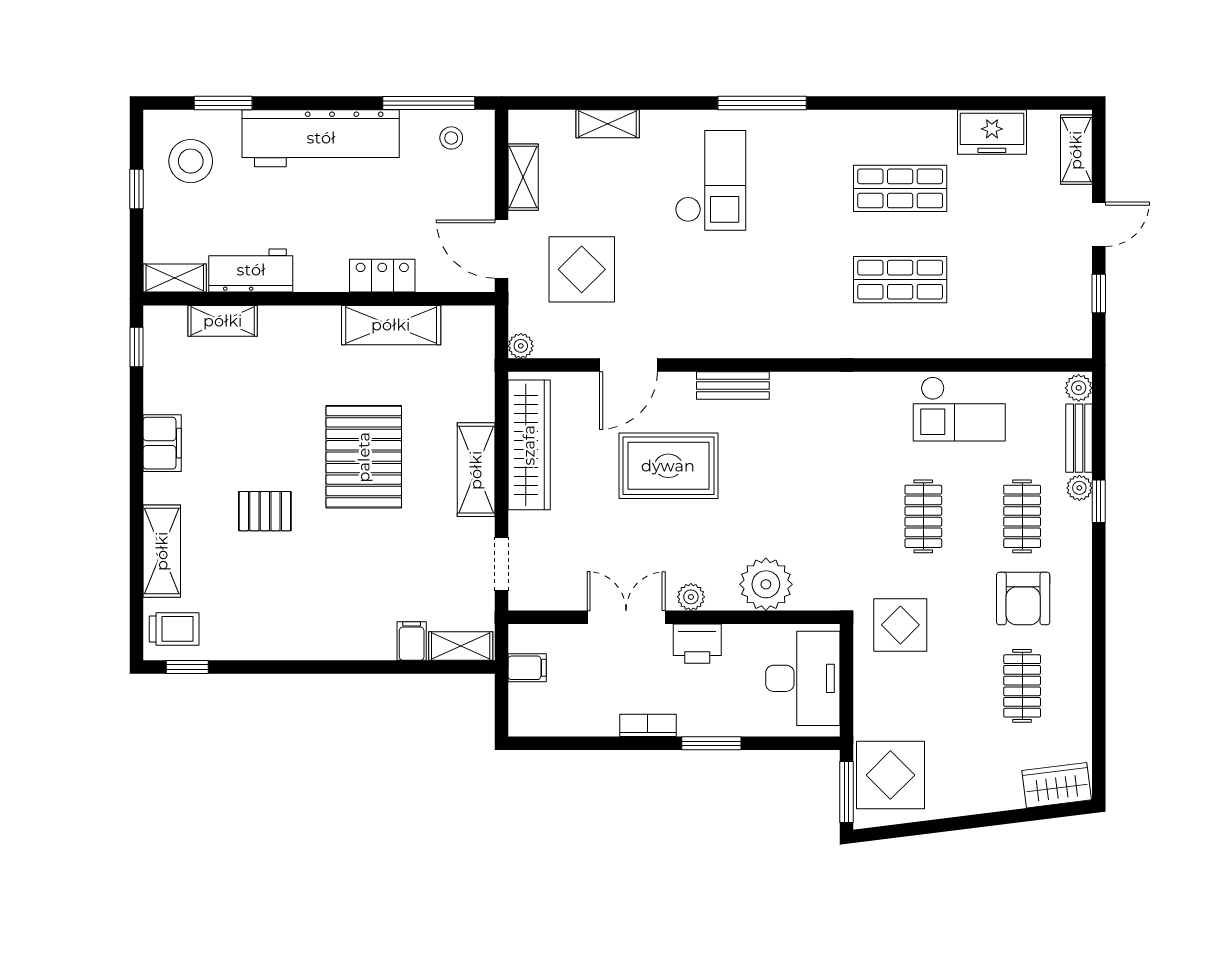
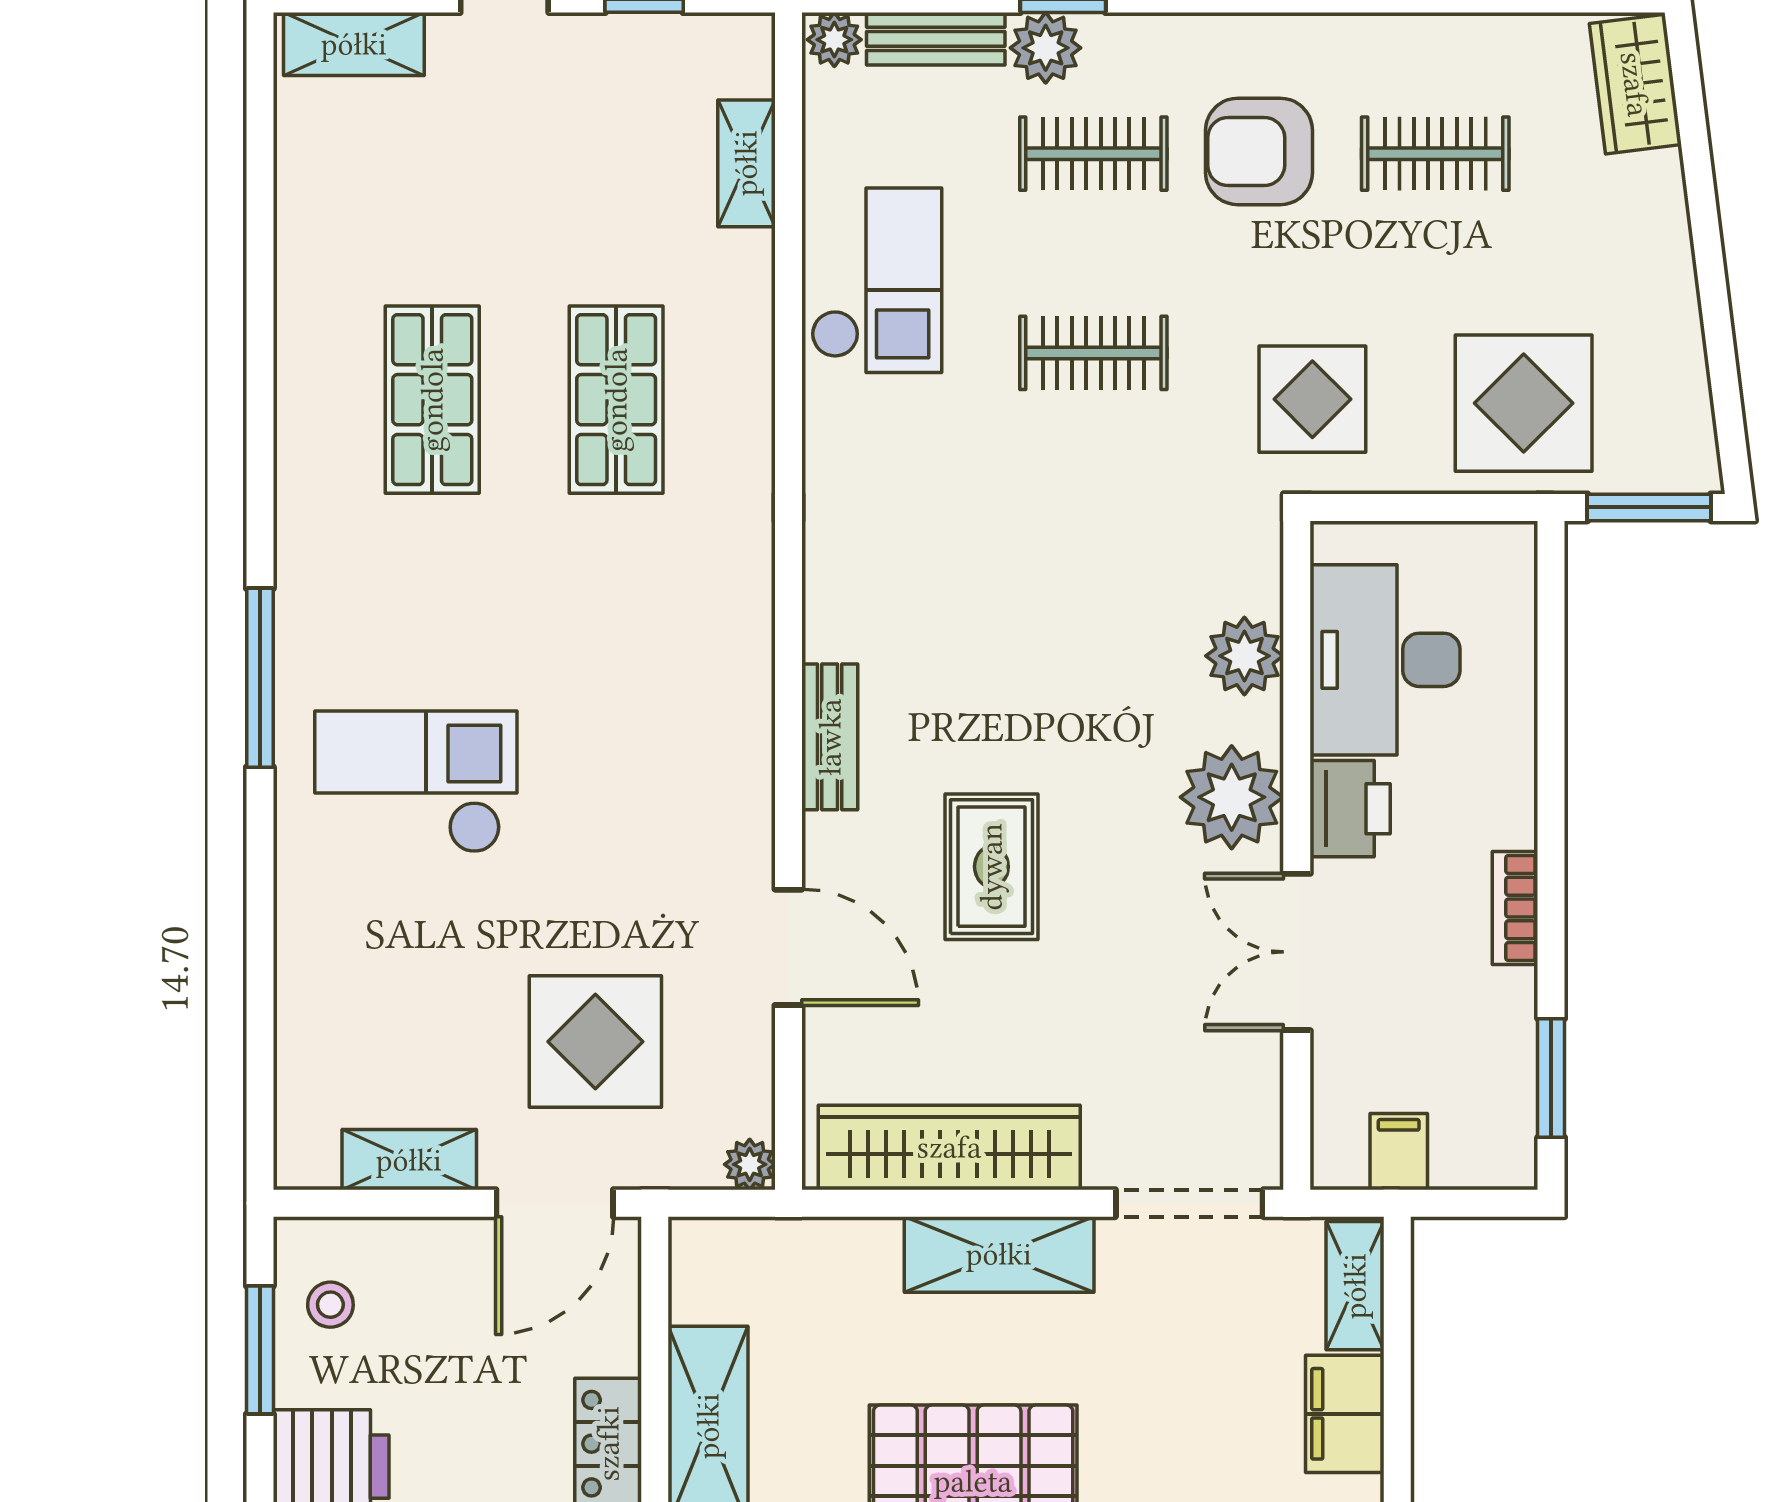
window: (429, 103) -> (260, 1350), width x0.69
shelving: (608, 124) -> (746, 163), moved
freezer: (992, 132) -> (318, 215), removed
rug: (668, 466) -> (991, 867), width x0.73, depth x0.70
plant: (1079, 488) -> (1046, 48), width x1.38, depth x1.38
doorway: (502, 564) -> (1189, 1203), width x1.38
plant: (766, 584) -> (1244, 656), width x0.73, depth x0.73
plant: (691, 597) -> (1232, 797), width x1.88, depth x1.88
armchair: (1023, 598) -> (1259, 151), turned 180
filing cabinet: (412, 641) -> (1345, 1414), width x2.00
desk: (803, 678) -> (1385, 660), moved, turned -90
window: (711, 743) -> (1551, 1078), moved
display table: (890, 775) -> (1524, 403), moved

